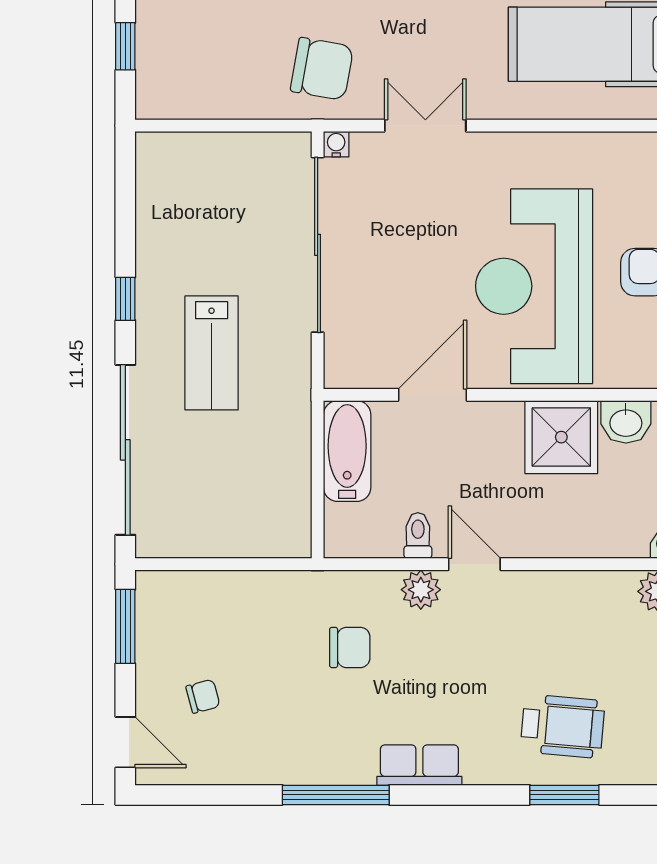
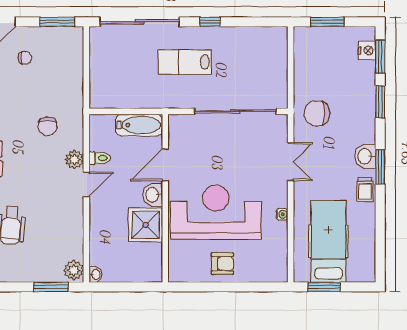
window: (125, 46) -> (328, 22), width x1.50
chair: (322, 69) -> (317, 113), turned 80
water cooler: (336, 144) -> (282, 214), moved
door: (432, 395) -> (165, 165), swing flipped
washbasin: (626, 422) -> (153, 195), moved
chair: (203, 696) -> (25, 58), turned -75

